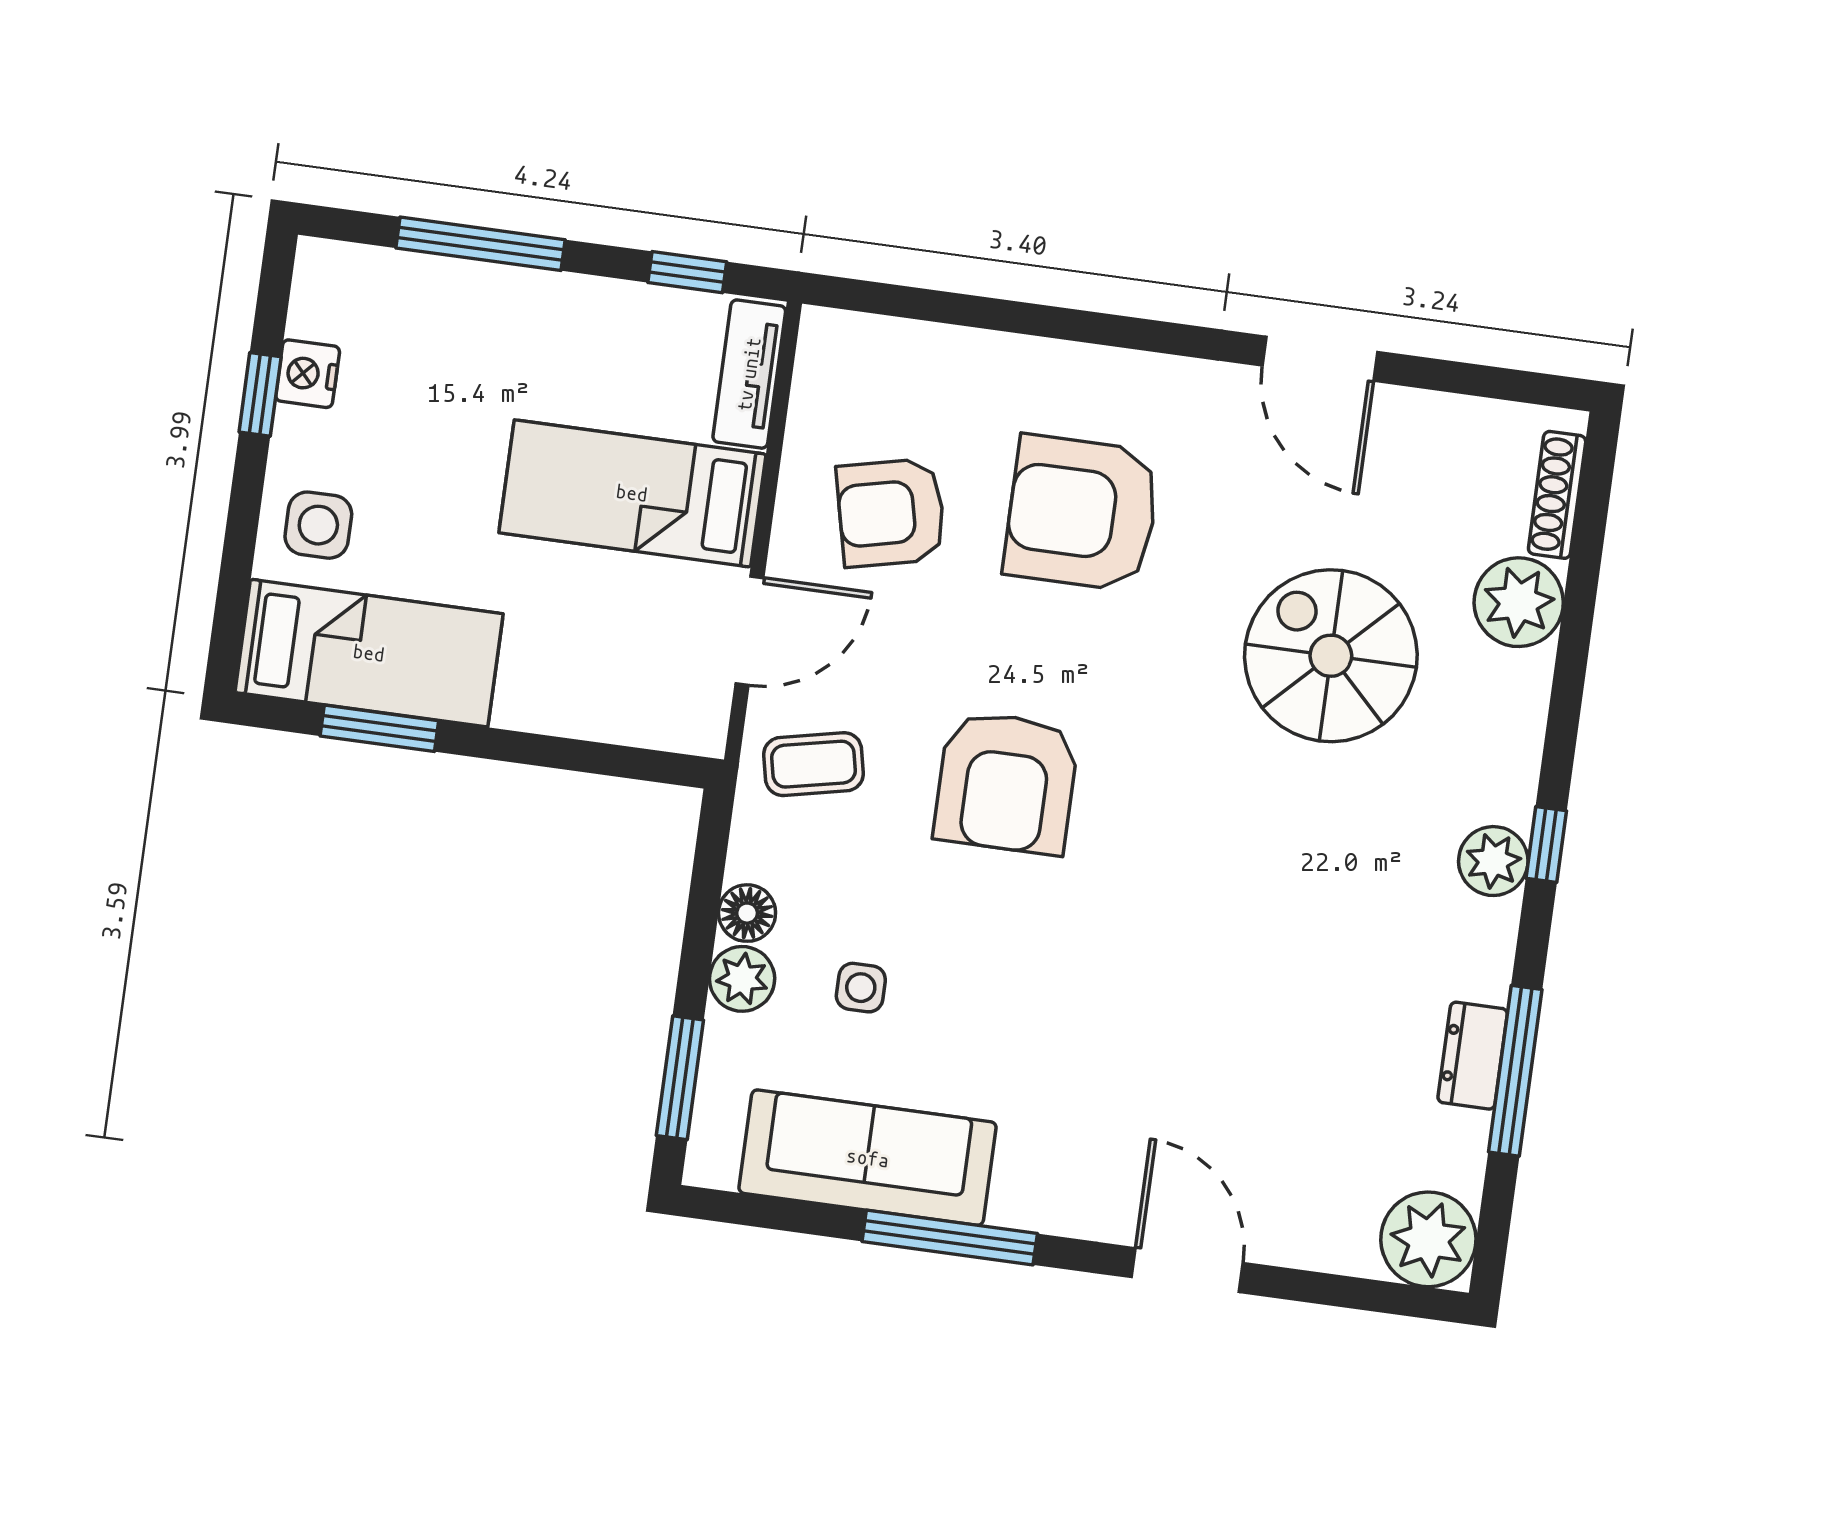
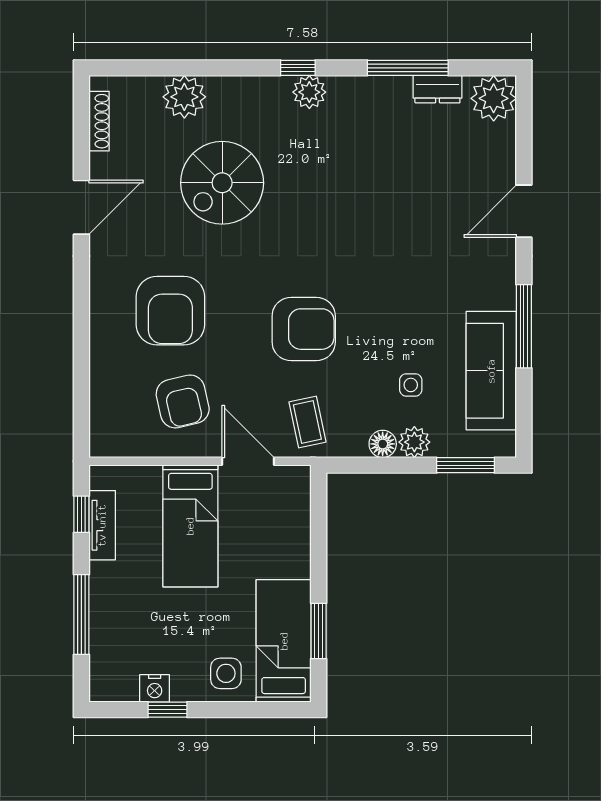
tv unit: (749, 374) -> (102, 525), moved, turned -90
shoe rack: (1557, 495) -> (99, 121), moved, turned -90
dresser: (1473, 1056) -> (437, 89), moved

